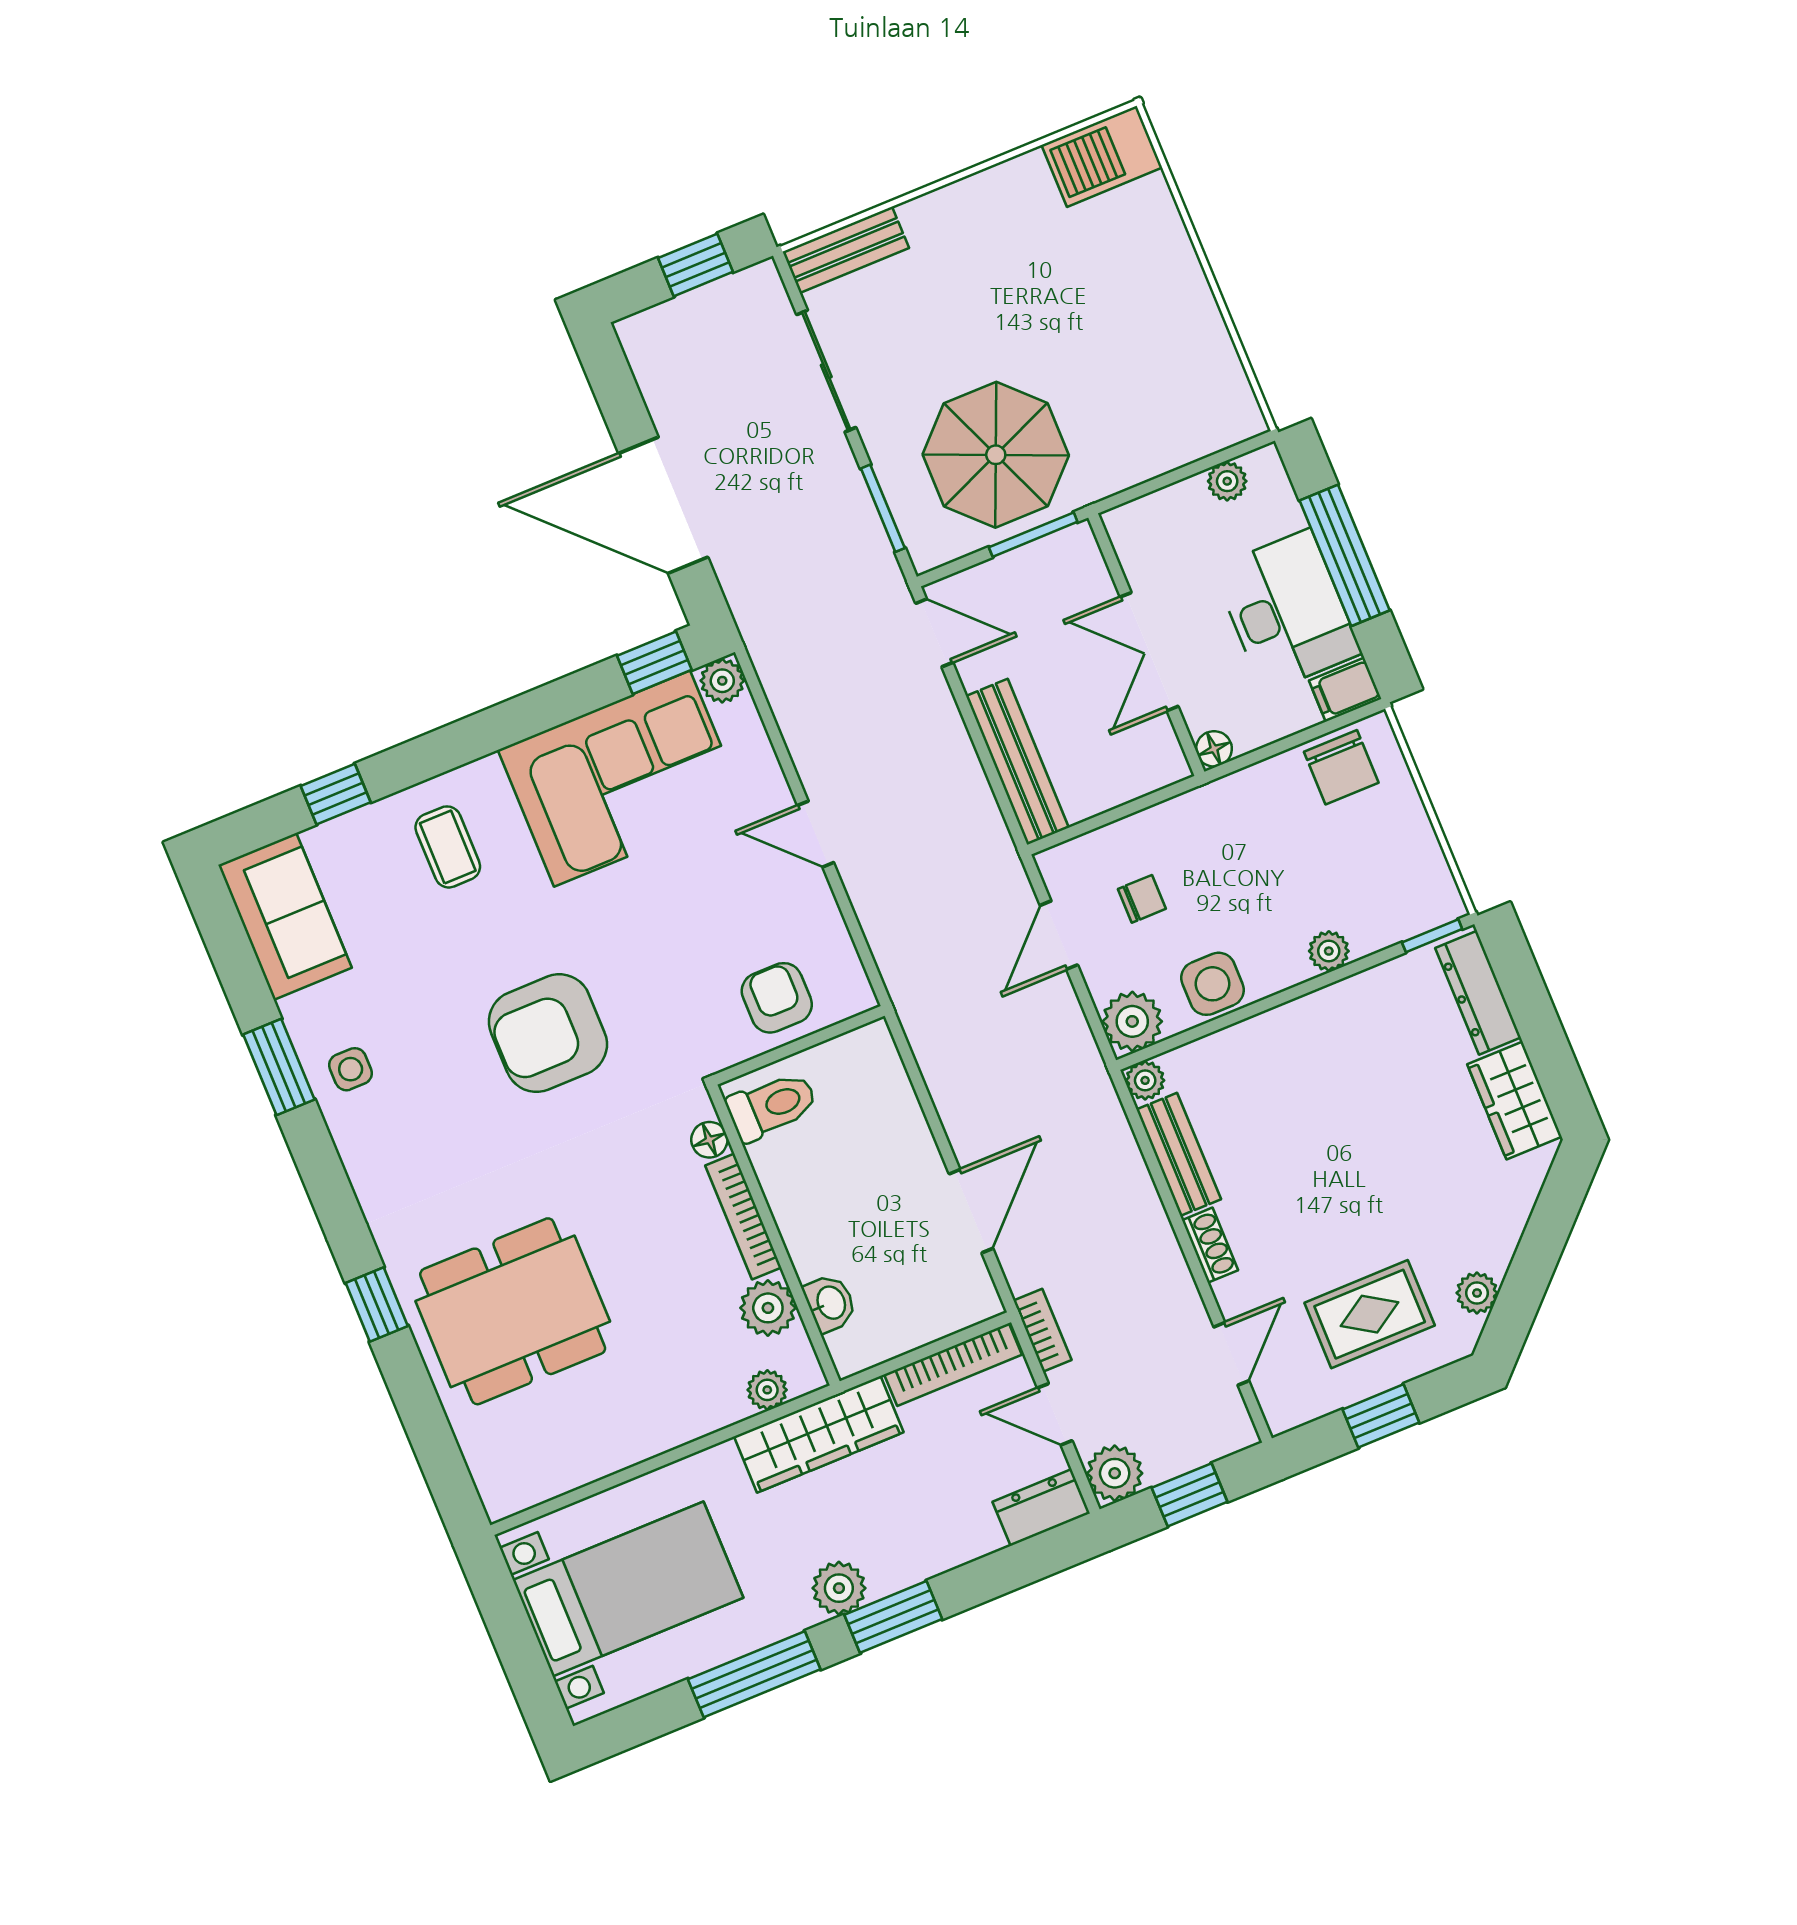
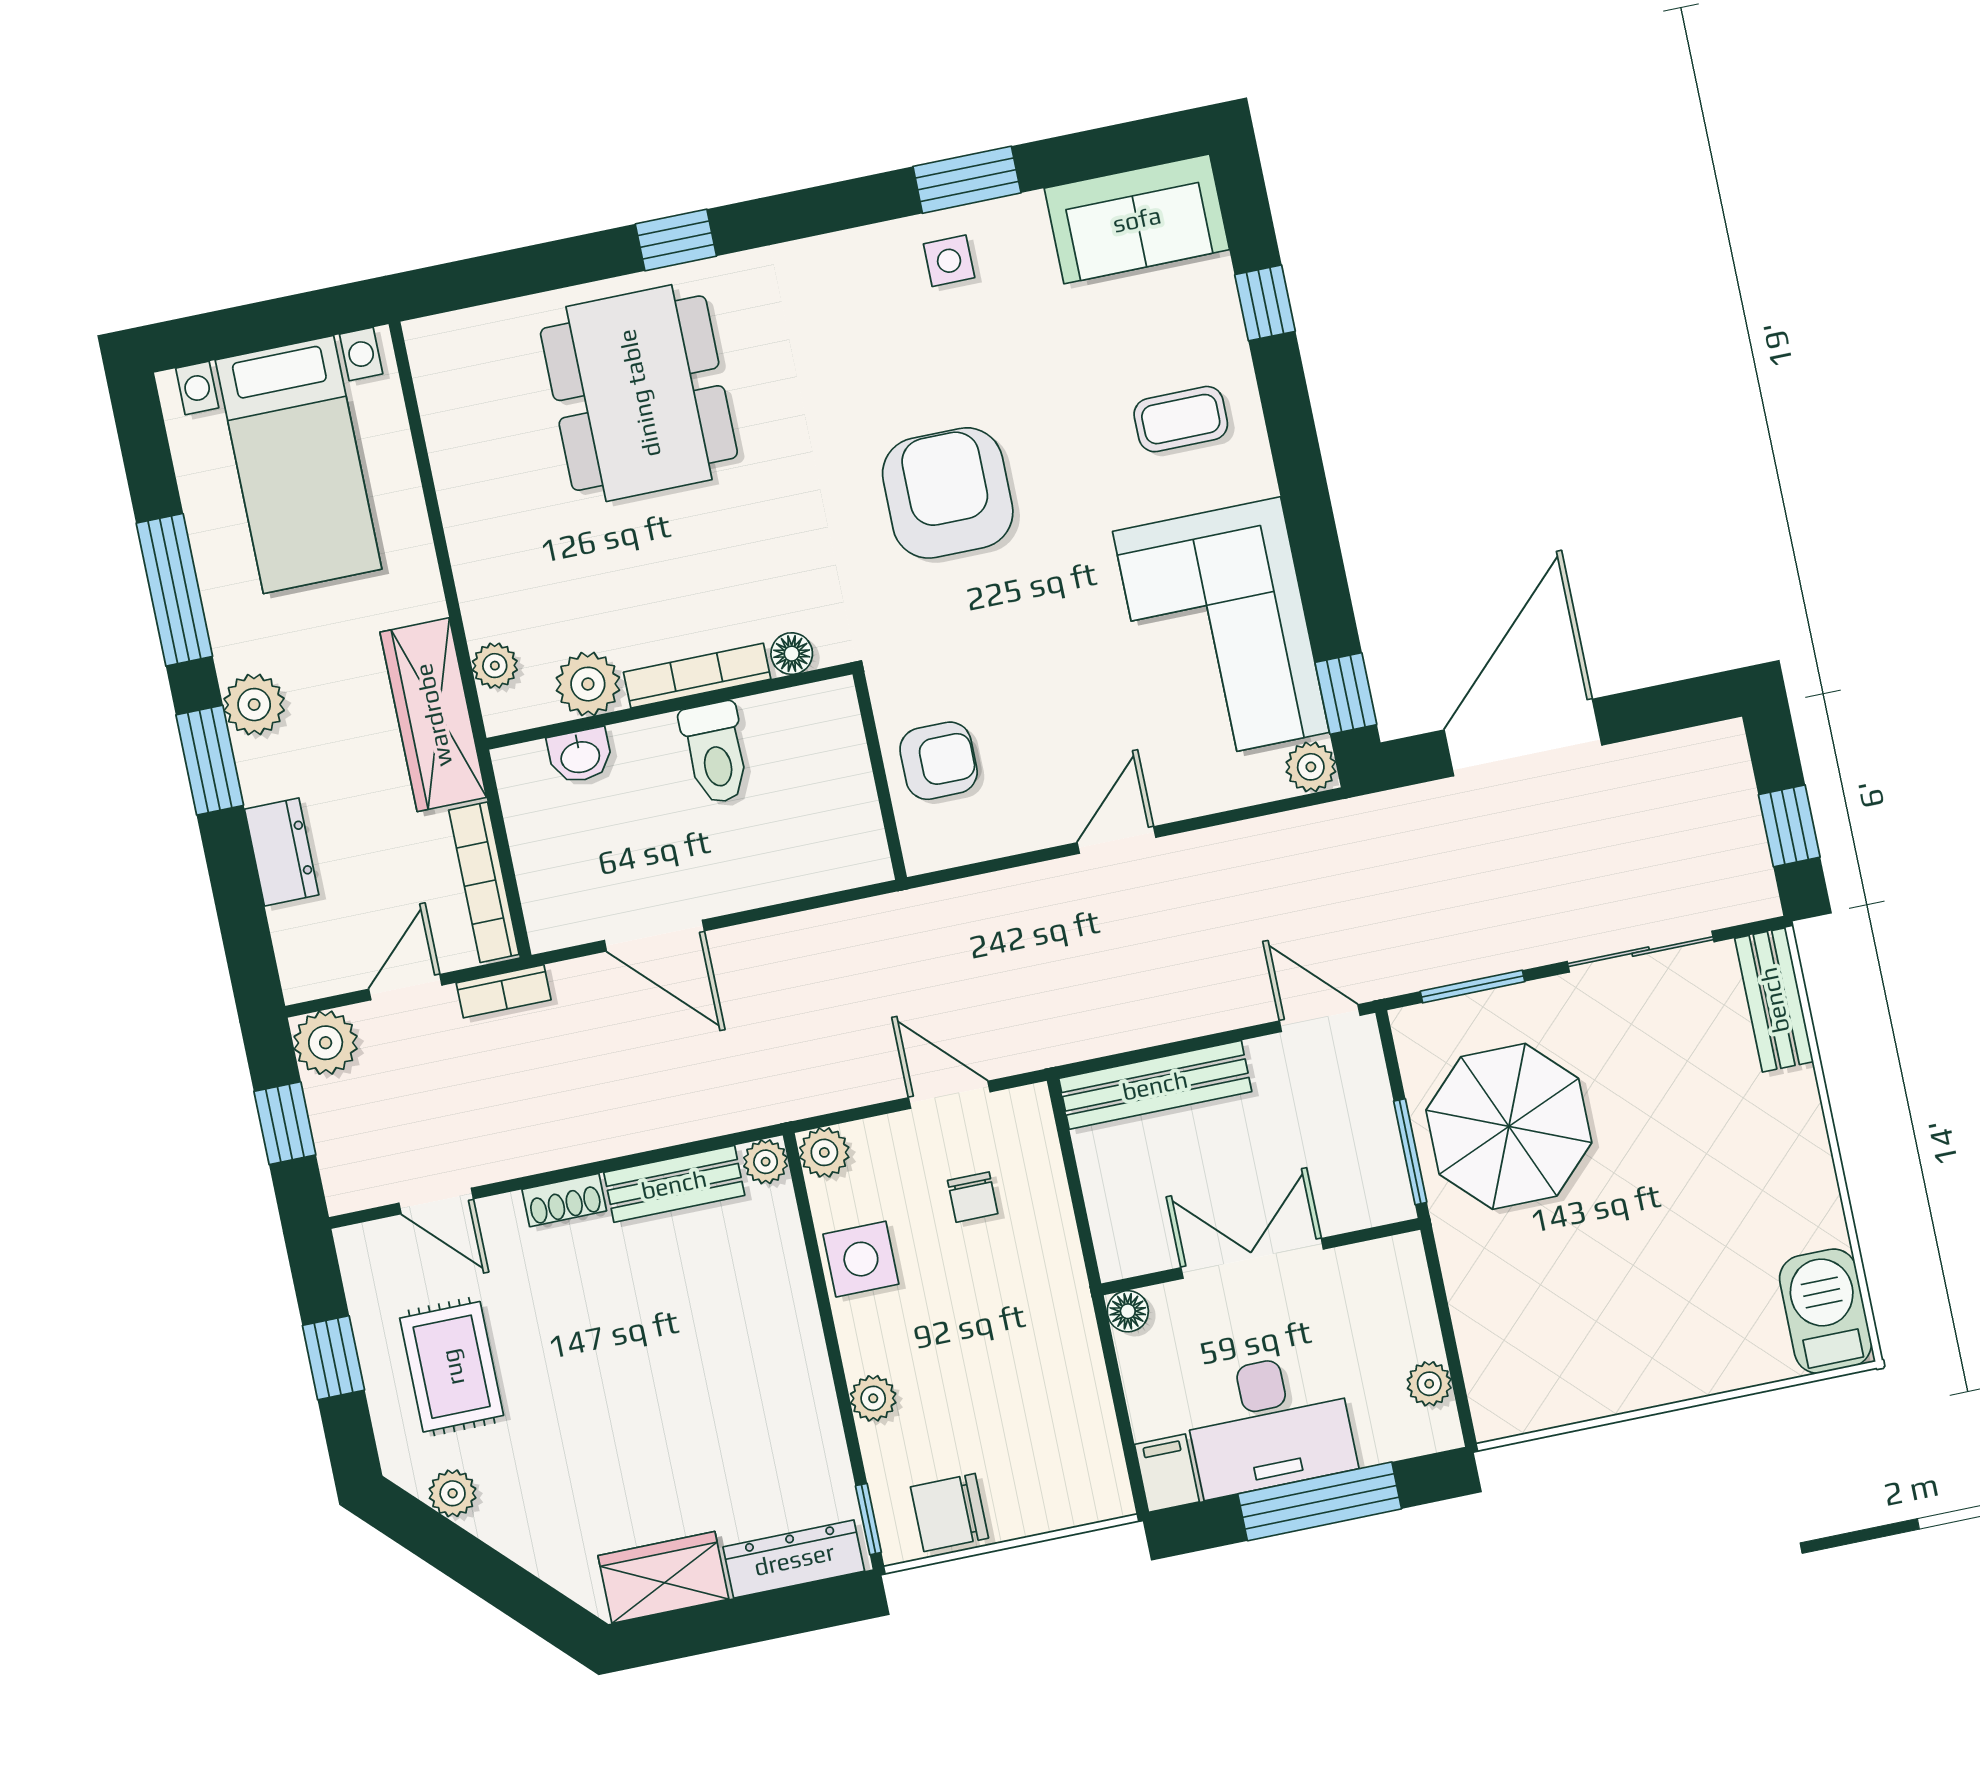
door: (934, 633) -> (1320, 1018), swing flipped
chair: (1341, 767) -> (949, 1512), moved
plant: (1132, 1021) -> (824, 1152), width x0.73, depth x0.73
toilet: (772, 1106) -> (715, 753), moved
dresser: (1041, 1507) -> (282, 852), moved

